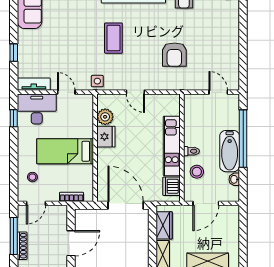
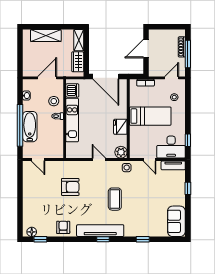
armchair: (174, 55) -> (70, 187), turned 90
plant: (105, 117) -> (121, 152), moved
bathtub: (230, 151) -> (30, 127), moved

